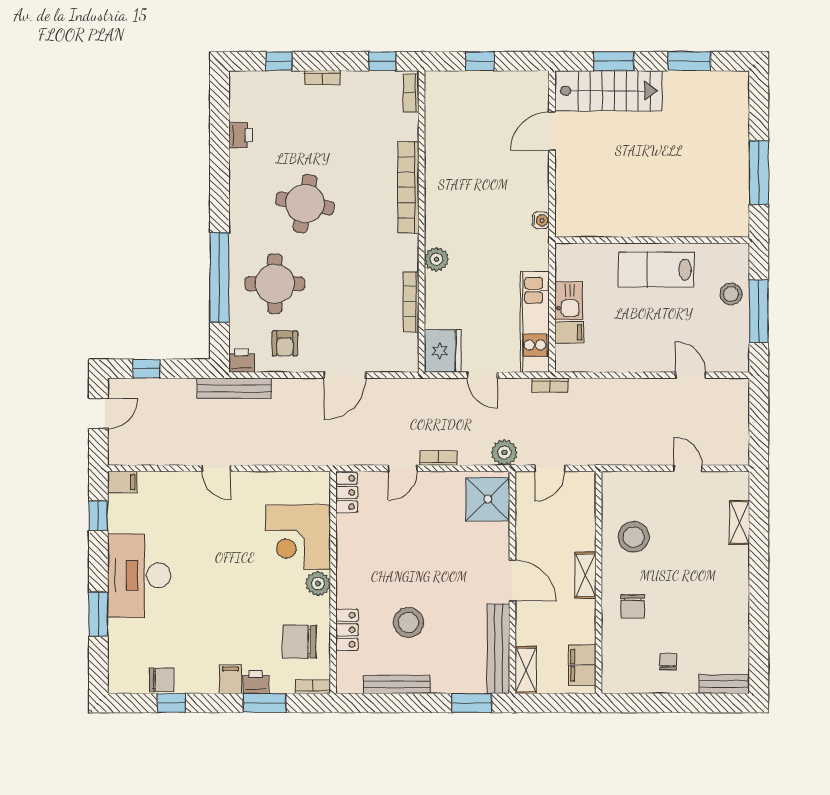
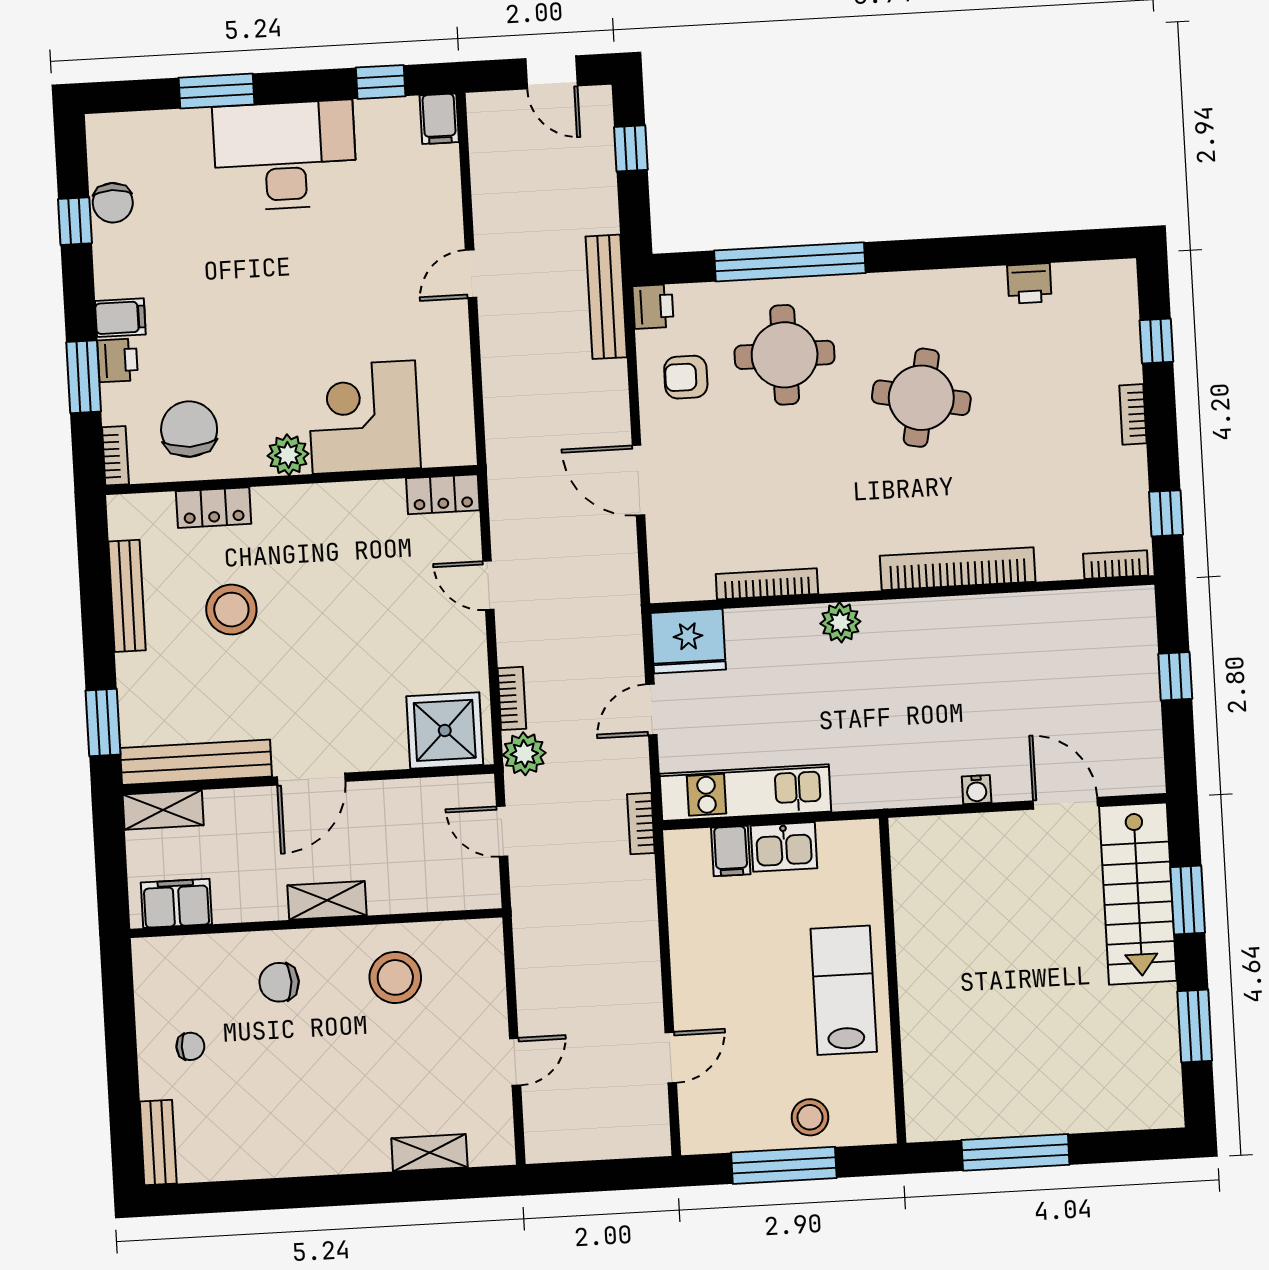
water cooler: (541, 220) -> (977, 790), moved
bookcase: (439, 458) -> (512, 698), moved

